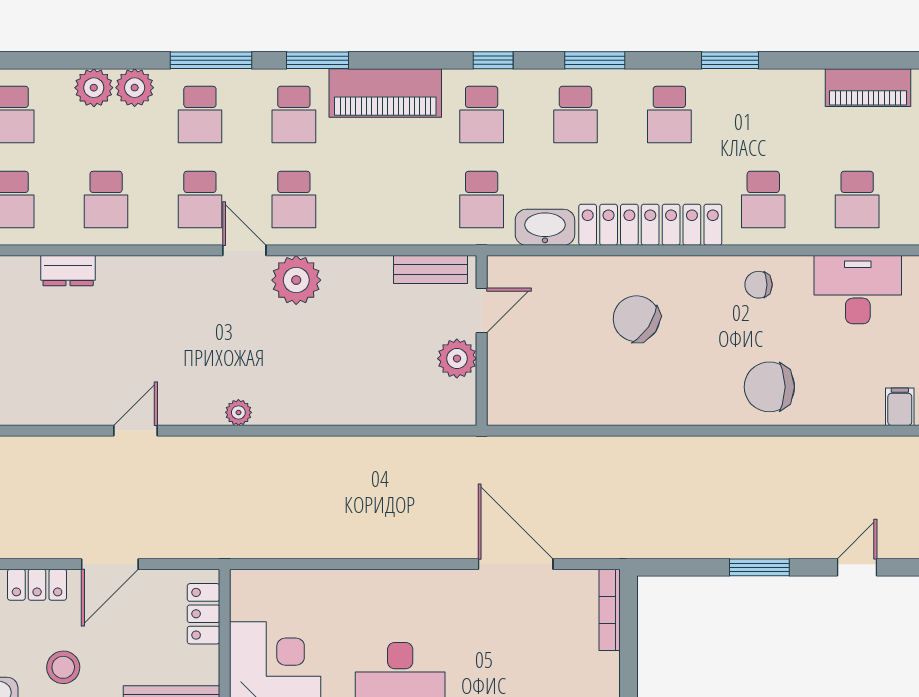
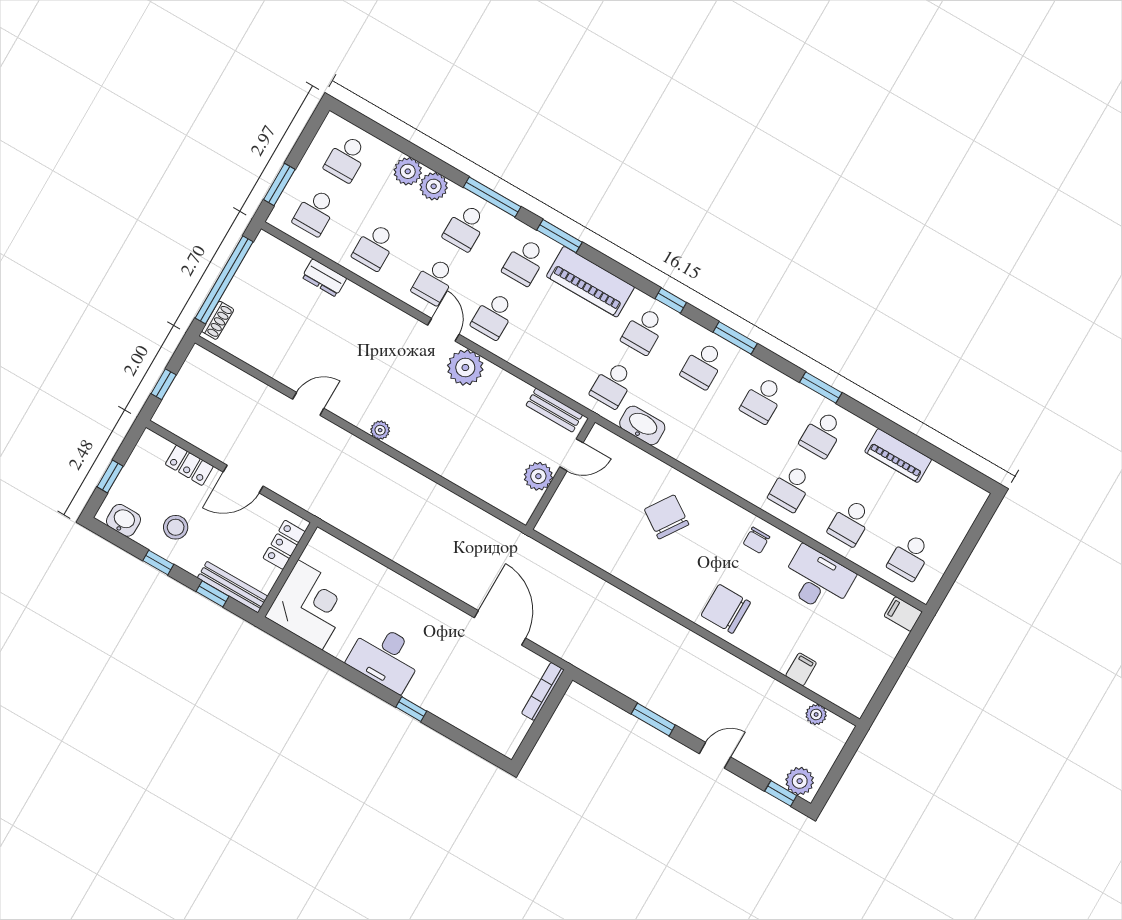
school desk: (763, 114) -> (822, 434), added
locker: (650, 225) -> (710, 462), removed
chair: (759, 285) -> (756, 540), turned -90

